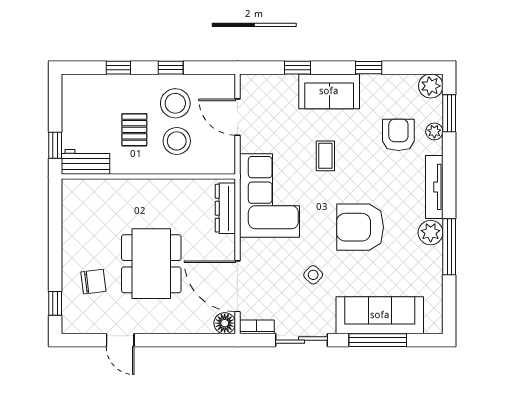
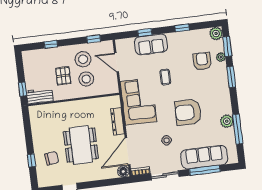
window: (171, 68) -> (94, 39), moved
sofa: (329, 91) -> (151, 44), moved
window: (449, 171) -> (231, 77), added
tv unit: (434, 187) -> (224, 86), removed
dresser: (225, 208) -> (117, 121), moved
plant: (431, 233) -> (227, 121), moved
window: (449, 247) -> (238, 129), moved
door: (237, 286) -> (128, 151), hinge flipped
window: (55, 303) -> (31, 160), moved

